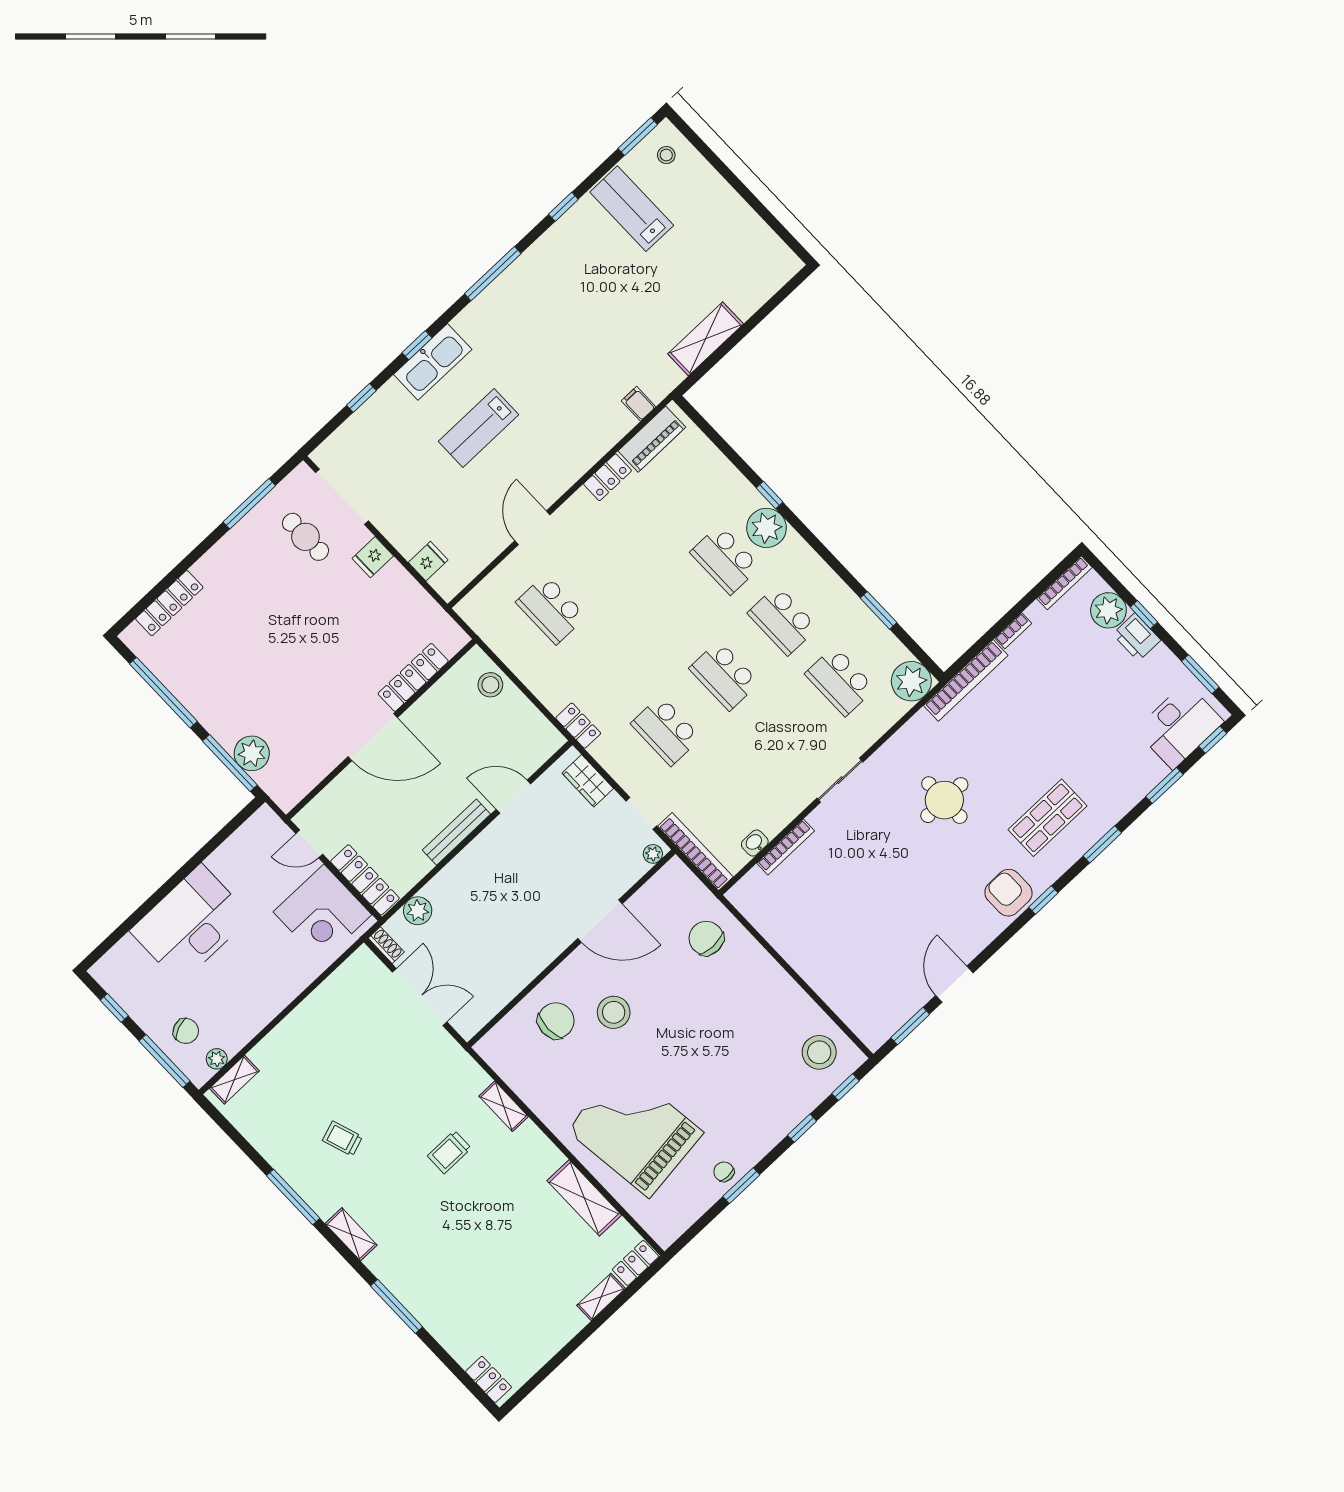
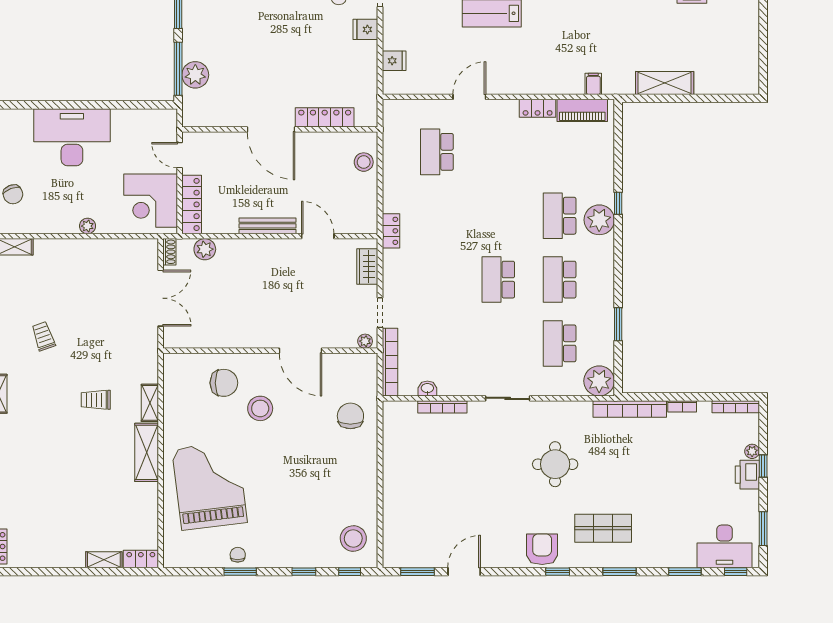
plant: (1108, 610) -> (752, 451), width x0.53, depth x0.53
school desk: (666, 731) -> (437, 280), removed
plant: (217, 1059) -> (88, 226), moved
shelving: (584, 1198) -> (147, 452), moved

